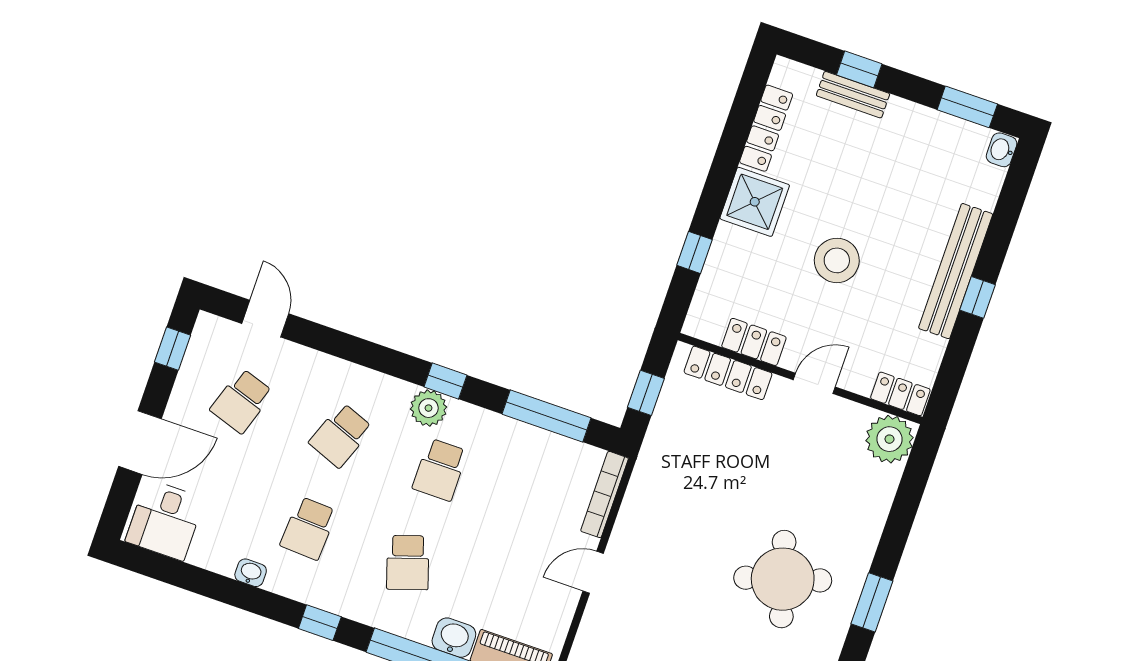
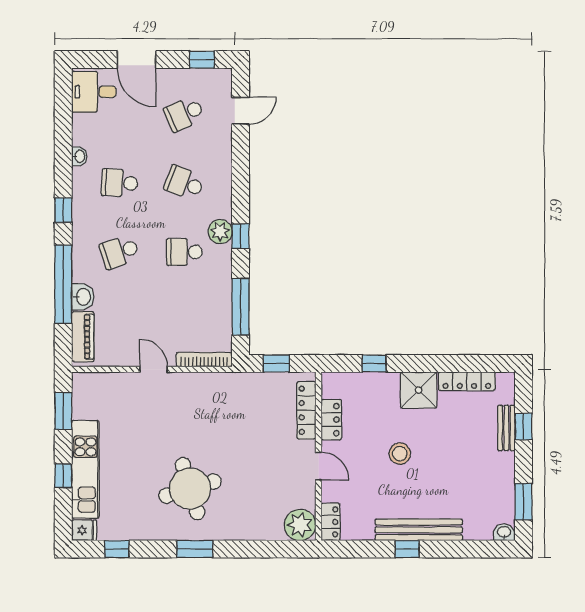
stool: (837, 260) -> (400, 454), width x0.73, depth x0.73
school desk: (242, 401) -> (184, 114), turned -42

